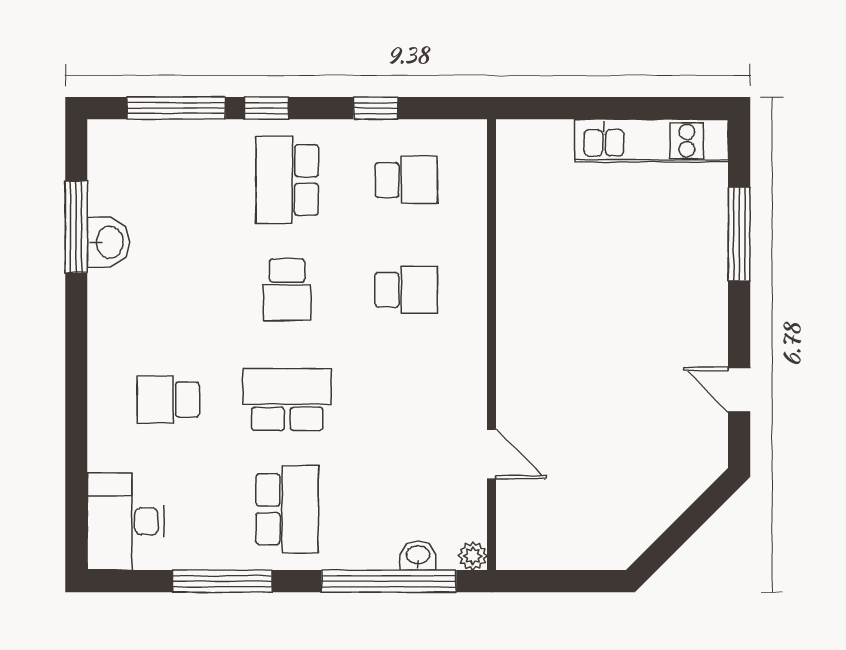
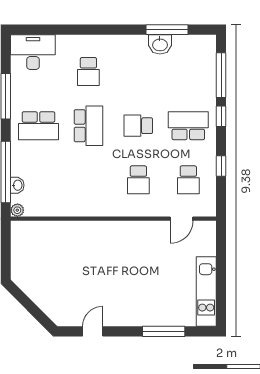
school desk: (168, 400) -> (88, 72), turned 180
door: (492, 454) -> (182, 219), moved

